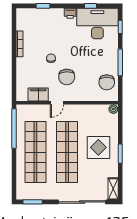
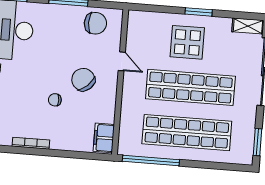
chair: (67, 77) -> (83, 80), turned -130
filing cabinet: (38, 94) -> (104, 138), moved
door: (57, 103) -> (122, 61), moved
plant: (113, 109) -> (134, 17), removed

